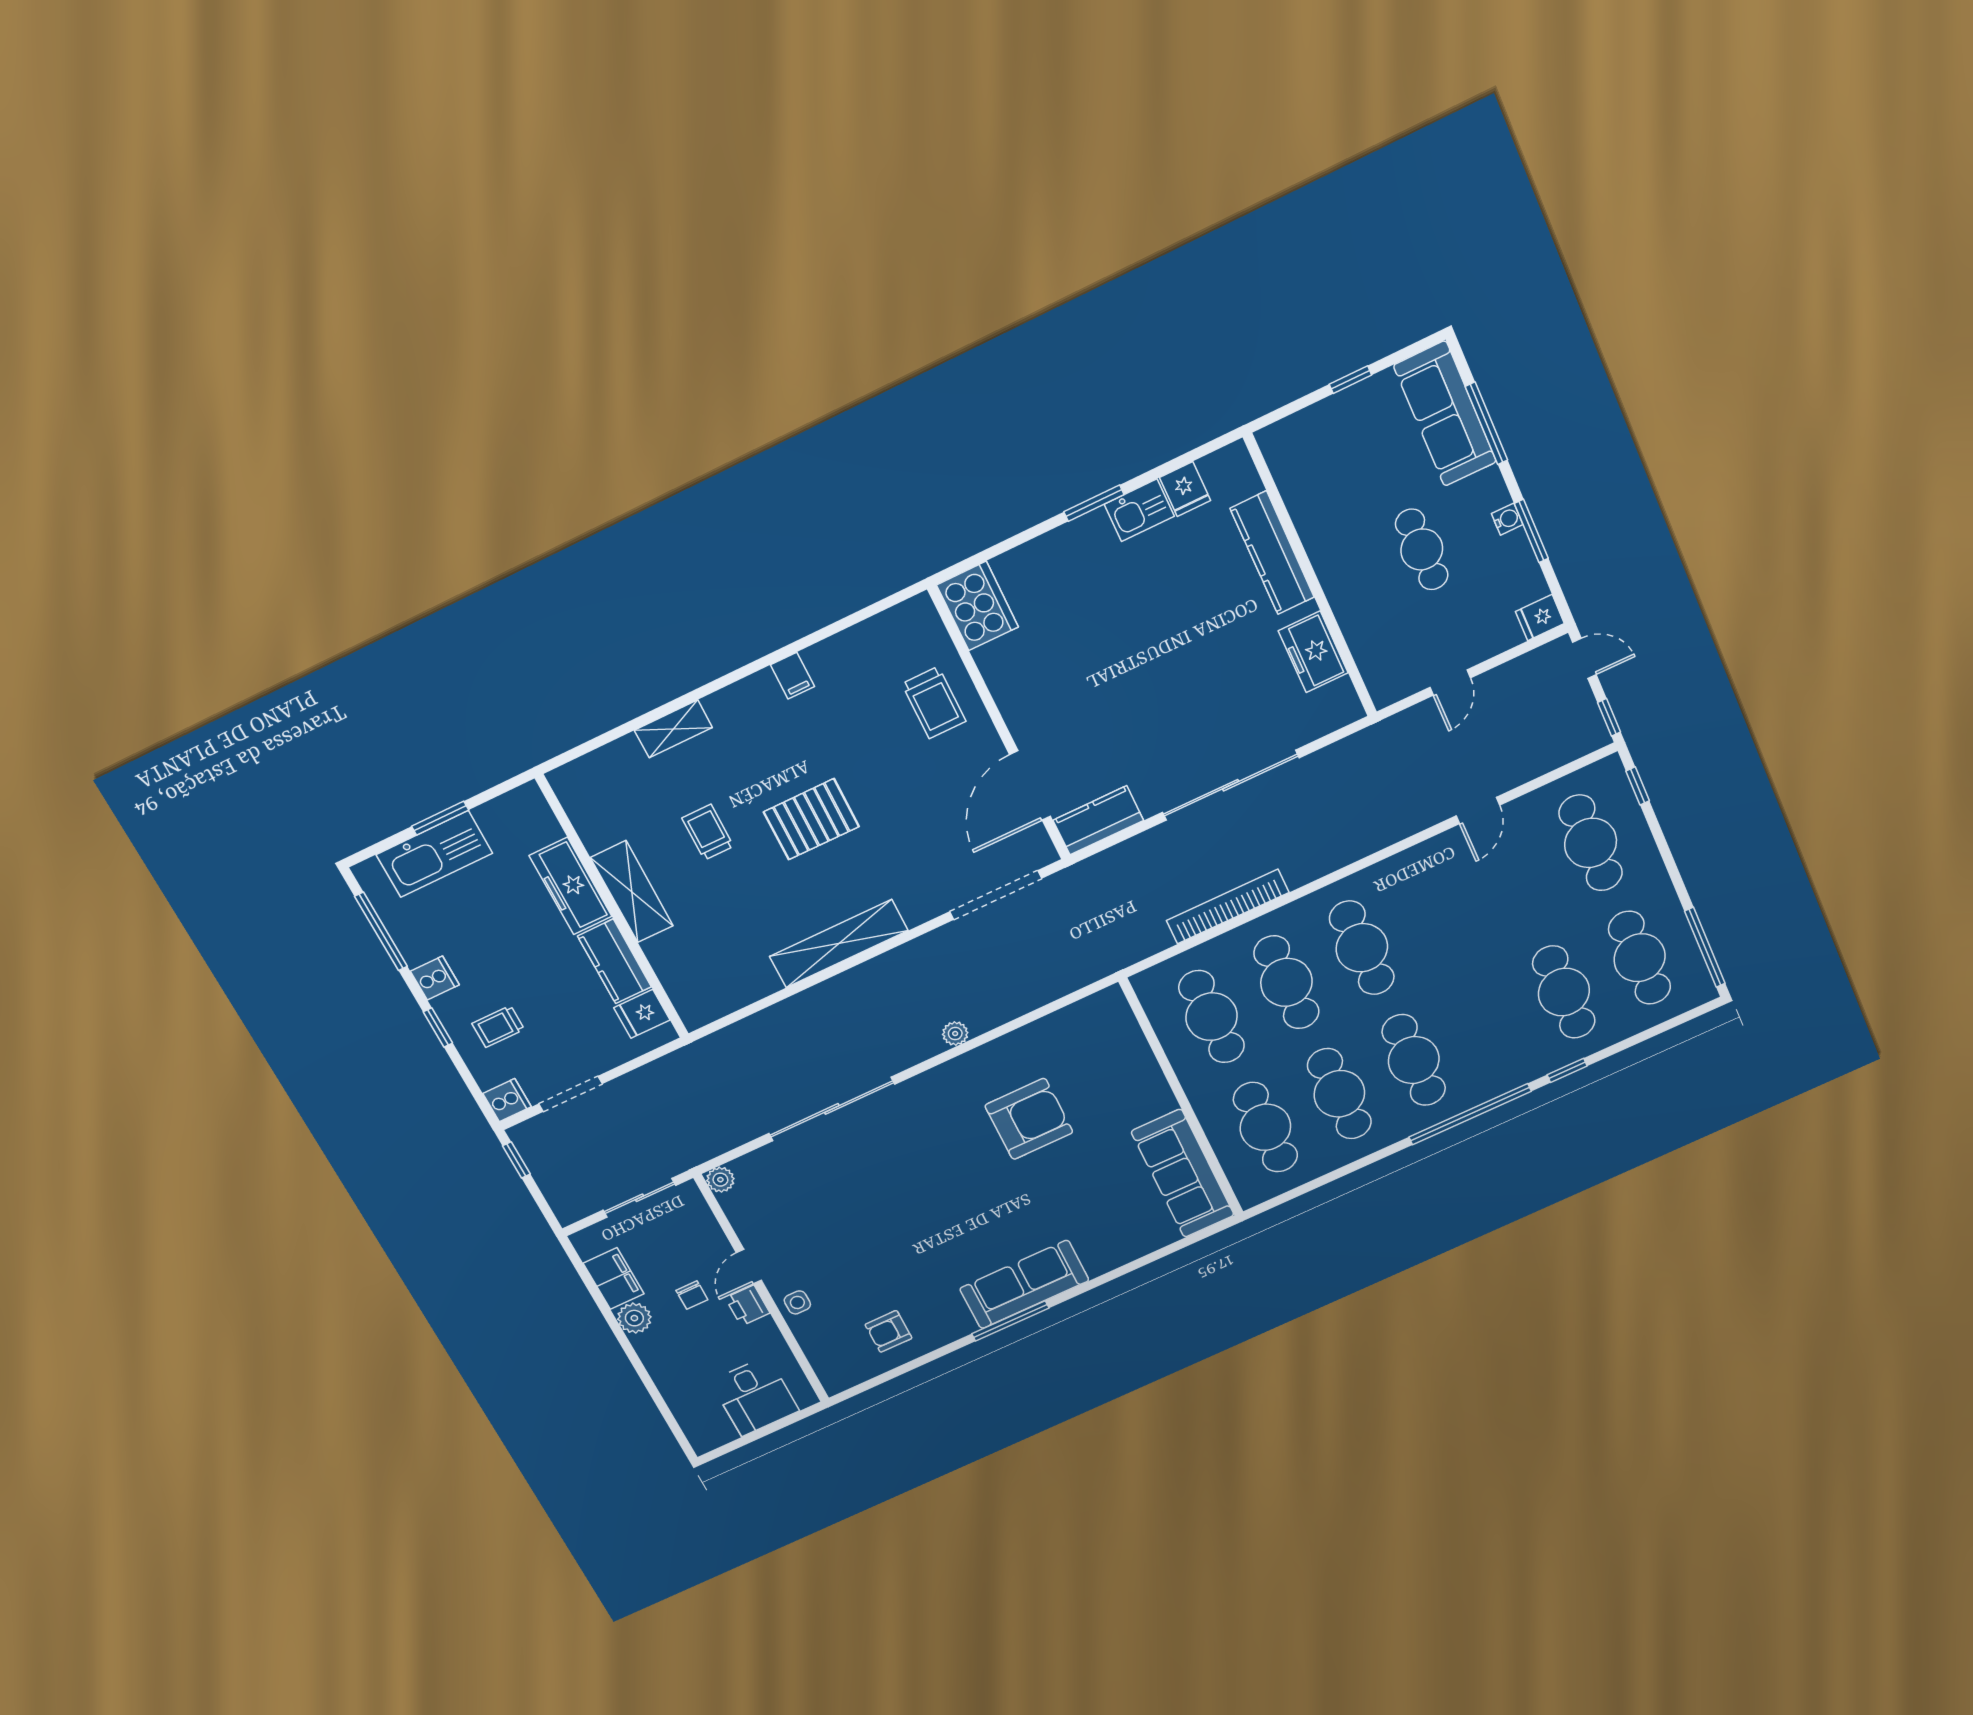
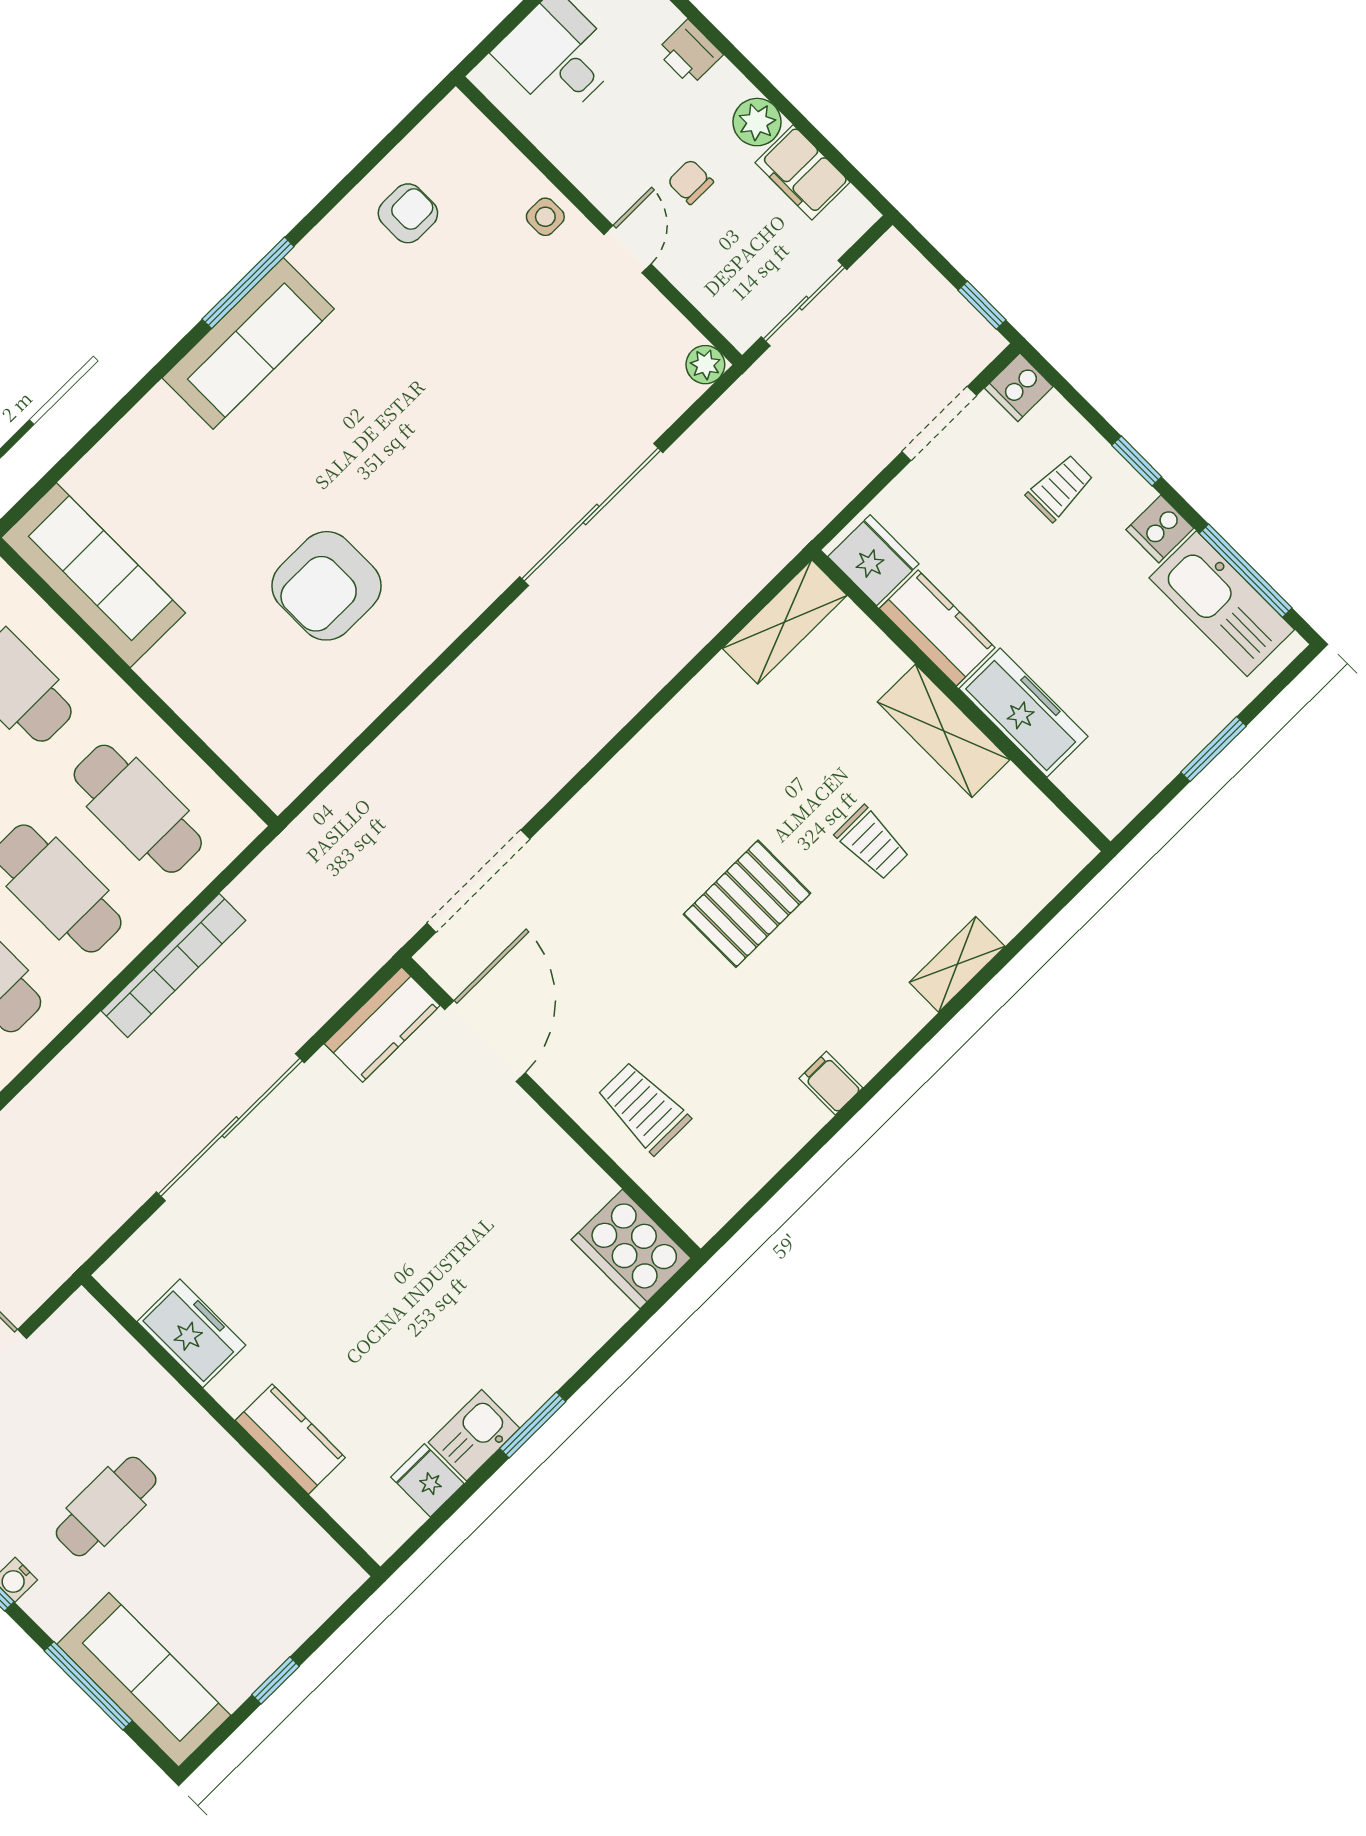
cafe table: (1422, 549) -> (106, 1507), turned 90
kitchen counter: (1272, 553) -> (290, 1439), width x0.67
kitchen sink: (434, 854) -> (1222, 604), moved, turned -90
shelving: (839, 944) -> (785, 622), moved, width x0.68
fridge: (642, 1014) -> (873, 560), width x1.38
plant: (955, 1034) -> (465, 674), removed
printer: (748, 1305) -> (689, 53), moved, turned 180

